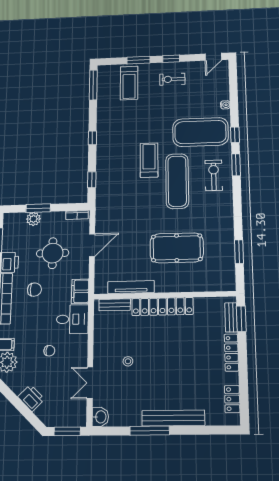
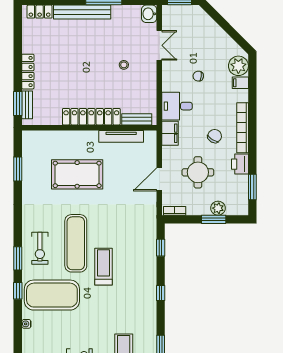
treadmill: (149, 160) -> (103, 267), turned 180
chair: (34, 290) -> (215, 136), turned 121
printer: (31, 398) -> (214, 32), removed
locker: (232, 399) -> (40, 12), moved, turned 90

